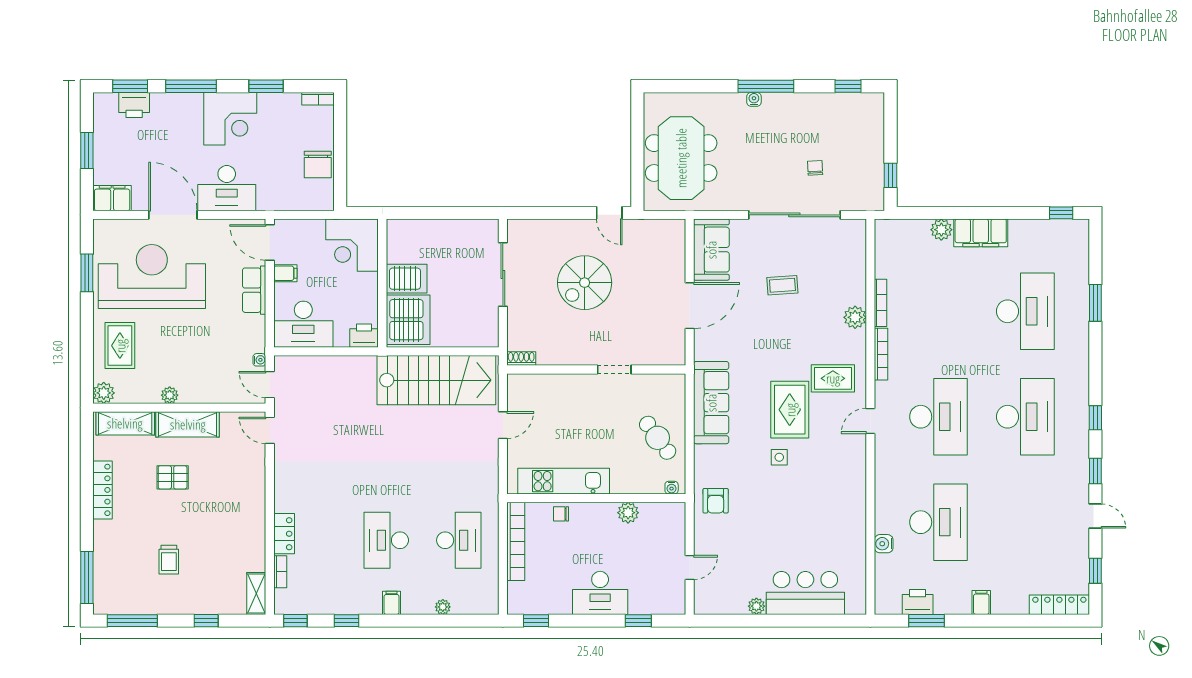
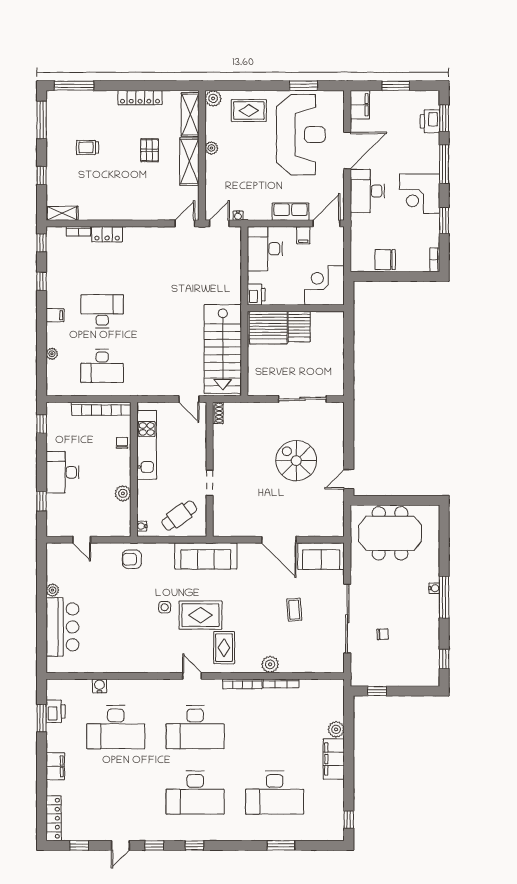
shoe rack: (521, 359) -> (218, 413), moved
wall: (596, 370) -> (210, 469), moved
doorway: (614, 370) -> (210, 483), moved
filing cabinet: (981, 602) -> (55, 766), width x2.00

